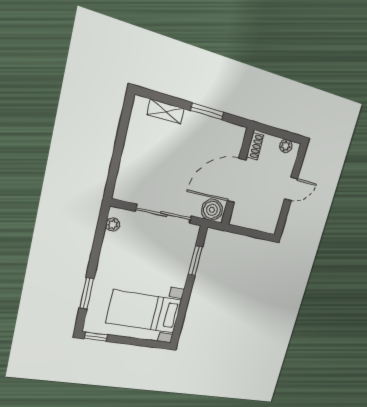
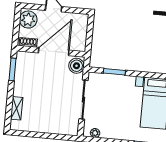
window: (207, 111) -> (13, 69), moved
plant: (286, 146) -> (28, 20), width x1.87, depth x1.87
door: (237, 181) -> (54, 51), swing flipped

